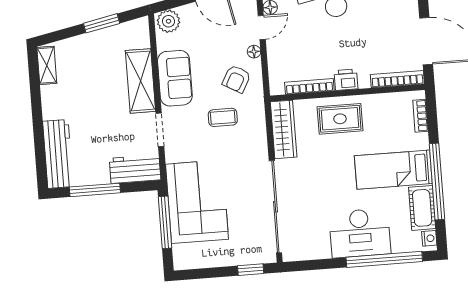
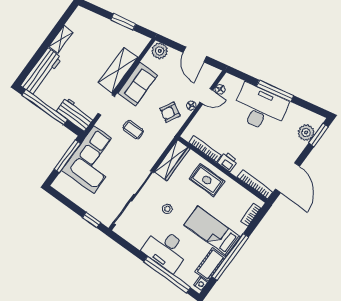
shelving: (47, 65) -> (61, 39), moved
coffee table: (223, 117) -> (133, 130), moved
stool: (323, 187) -> (167, 209), added
window: (95, 190) -> (45, 107), width x1.46

